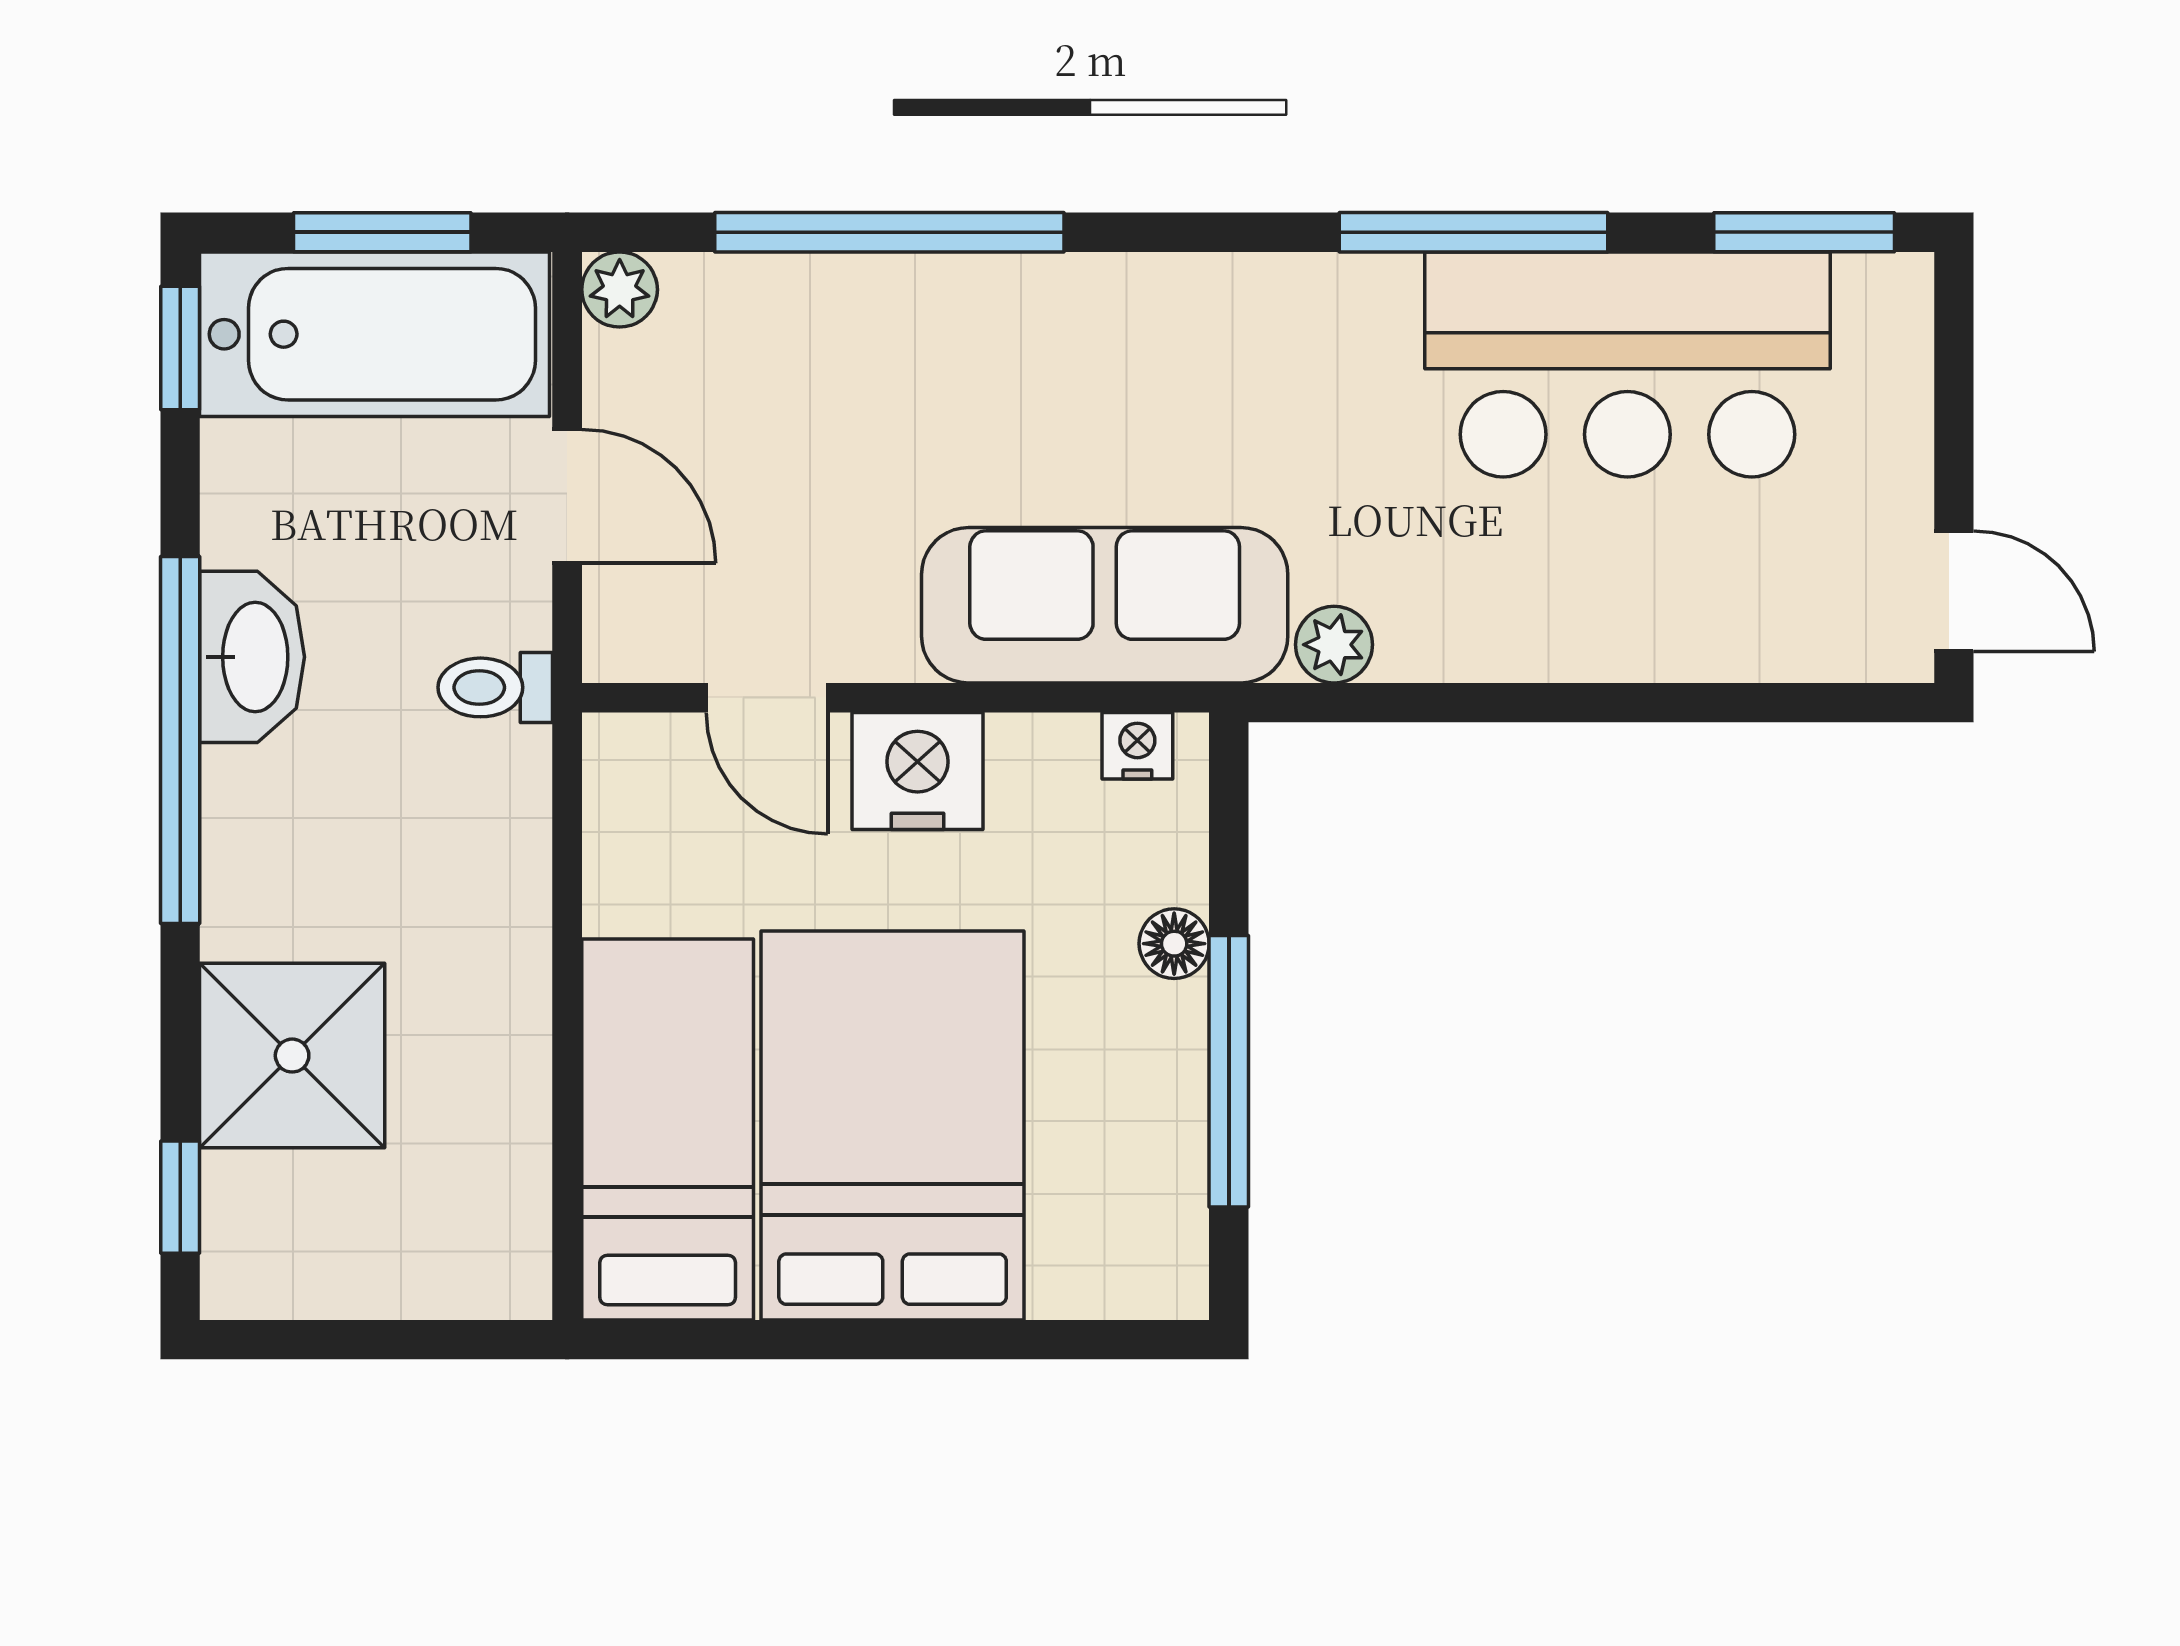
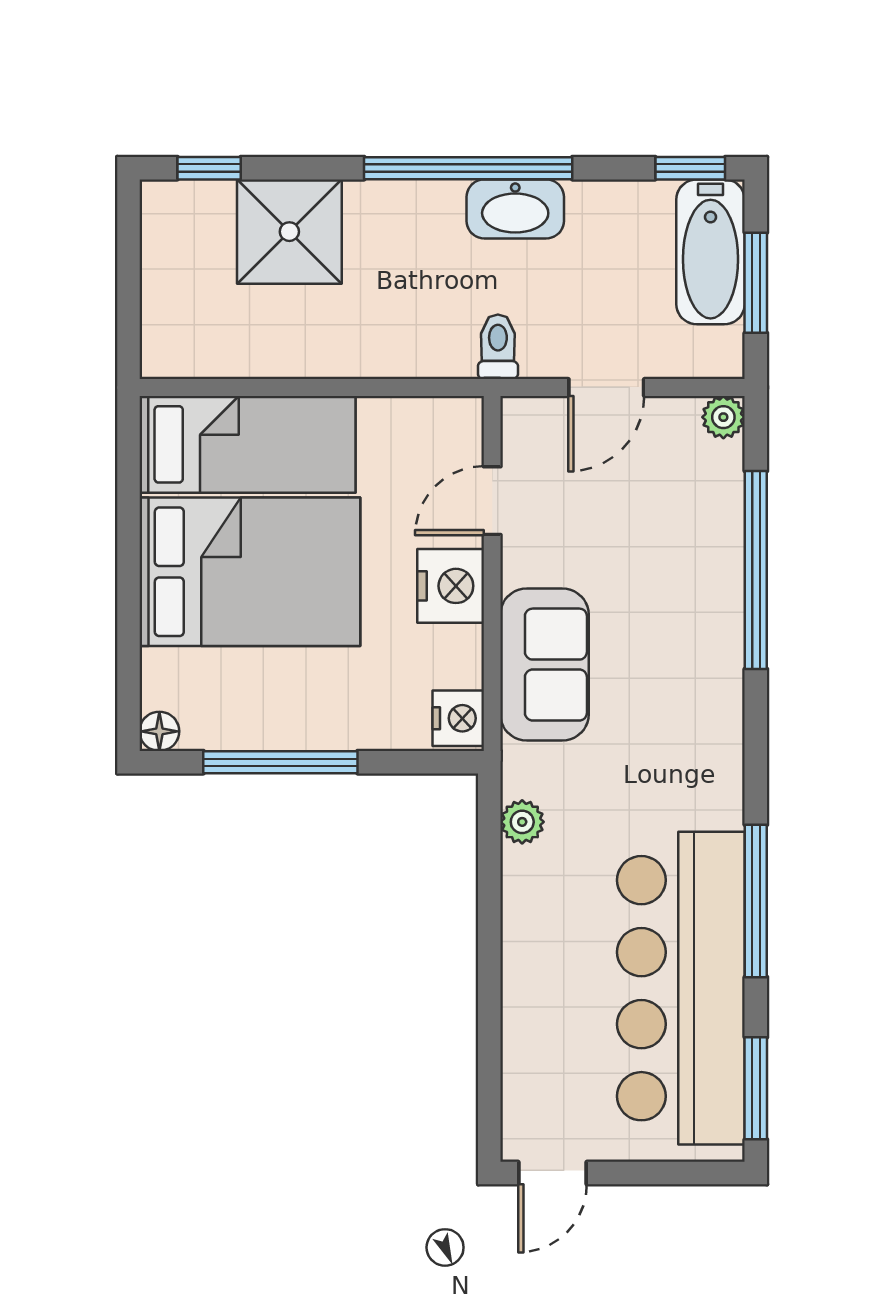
bathtub: (374, 334) -> (711, 252), width x0.73, depth x0.73
bar counter: (1627, 364) -> (681, 988), width x1.36
sofa: (1105, 605) -> (545, 665), width x0.73
nightstand: (1137, 746) -> (458, 718), width x1.39, depth x1.35
floor lamp: (1174, 944) -> (159, 731), moved

